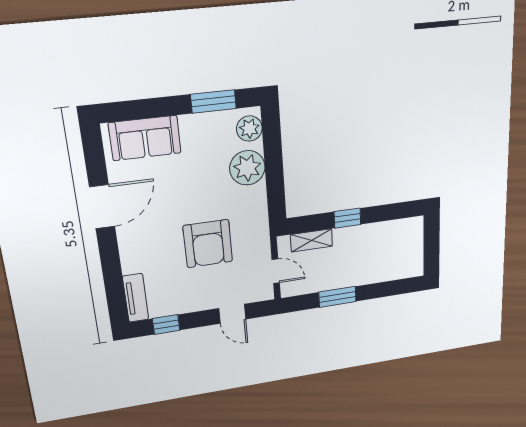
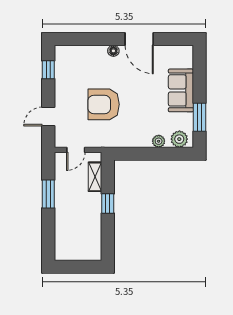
sofa: (145, 138) -> (181, 90), moved
plant: (247, 168) -> (159, 141), width x0.53, depth x0.53
floor lamp: (126, 241) -> (113, 51), added
tv unit: (136, 298) -> (72, 52), removed

